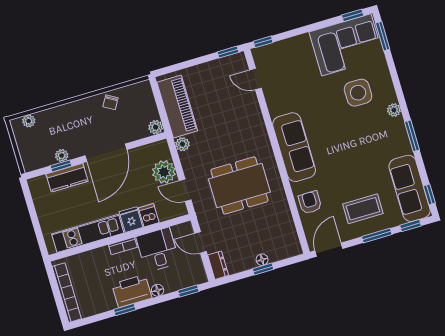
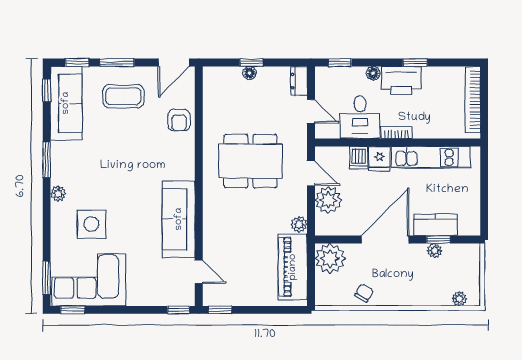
plant: (156, 127) -> (330, 258), width x1.87, depth x1.87
sofa: (294, 147) -> (179, 219), moved

